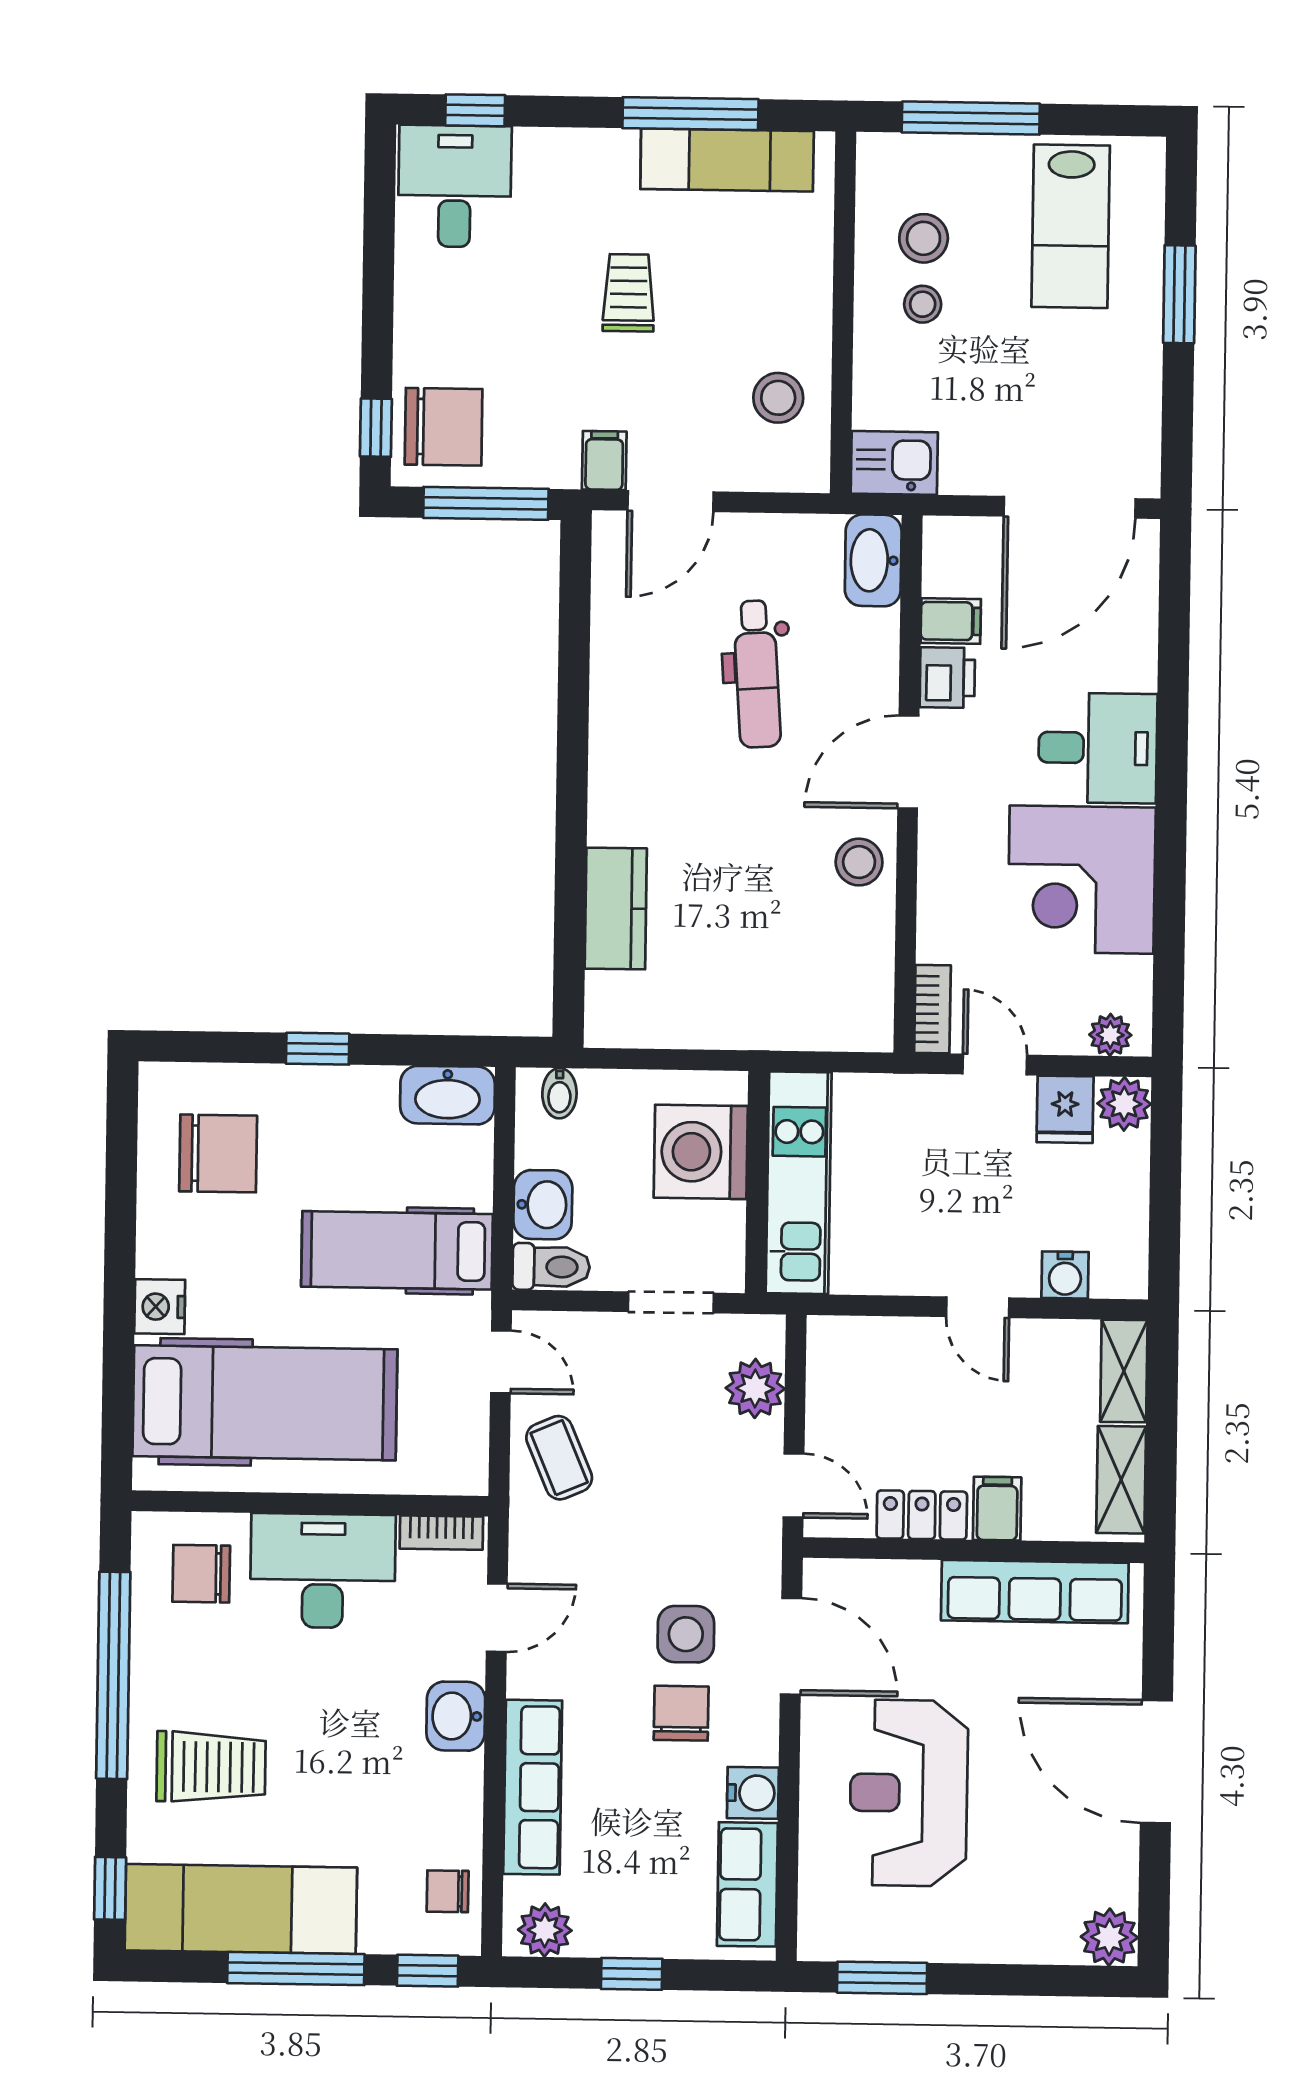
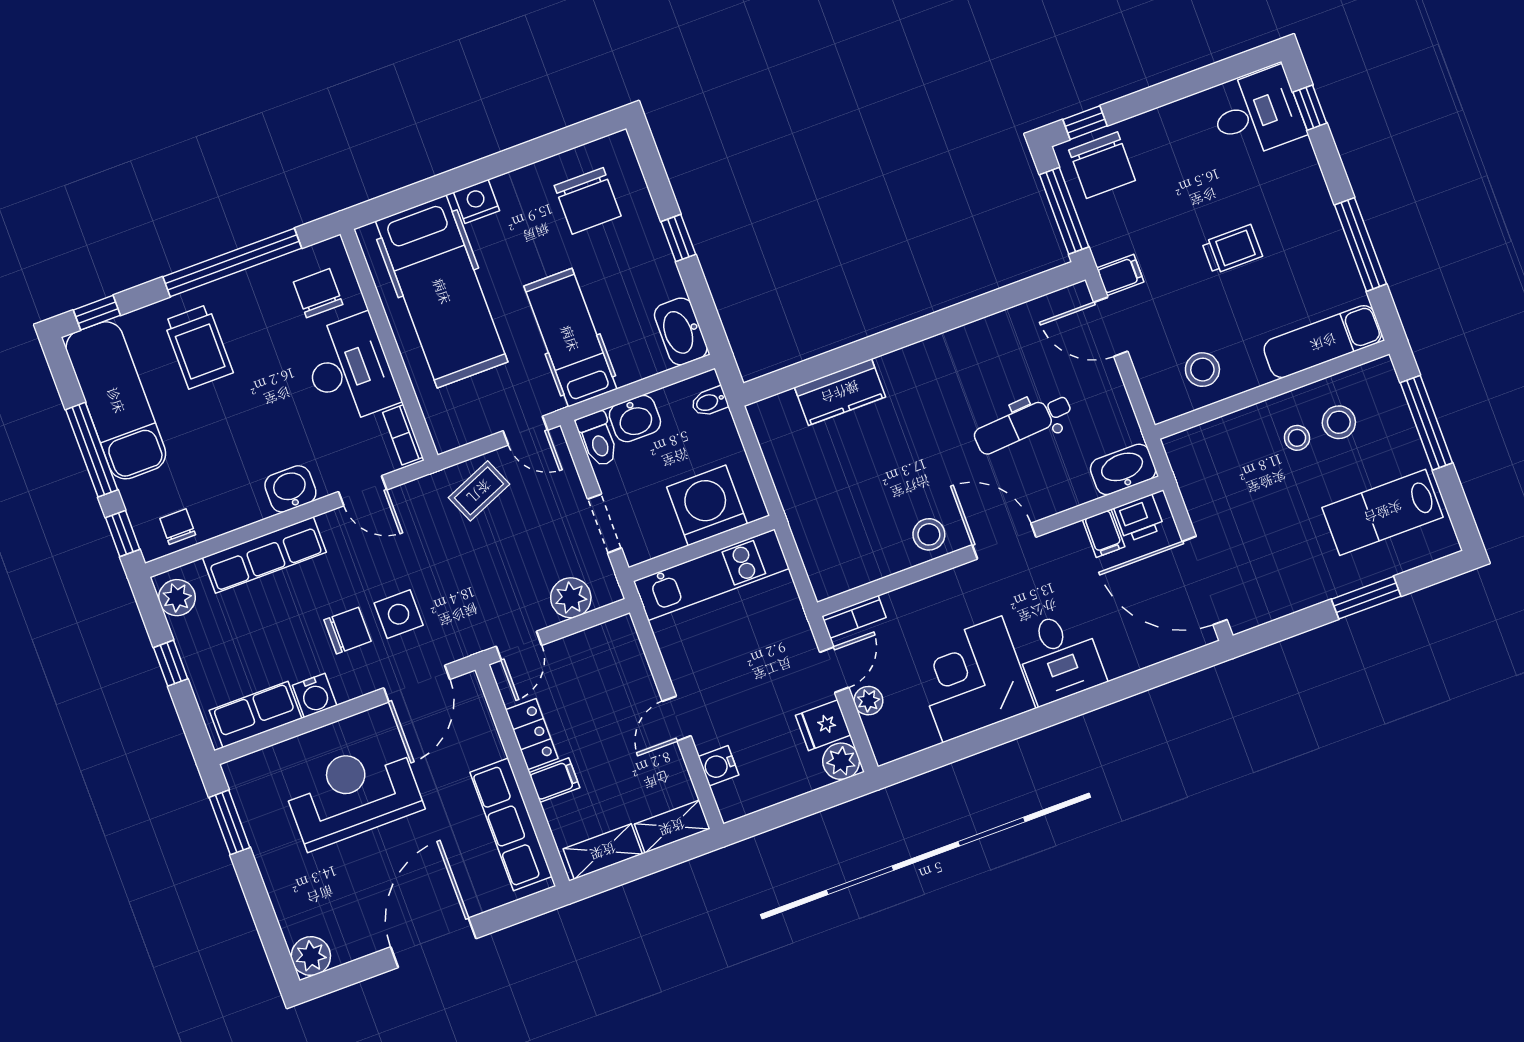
exam couch: (727, 160) -> (1323, 342), moved, turned 90
kitchen sink: (894, 463) -> (1190, 459), removed
printer: (947, 678) -> (1139, 518), moved
plant: (1110, 1035) -> (868, 701), moved
door: (501, 1362) -> (525, 431), hinge flipped

